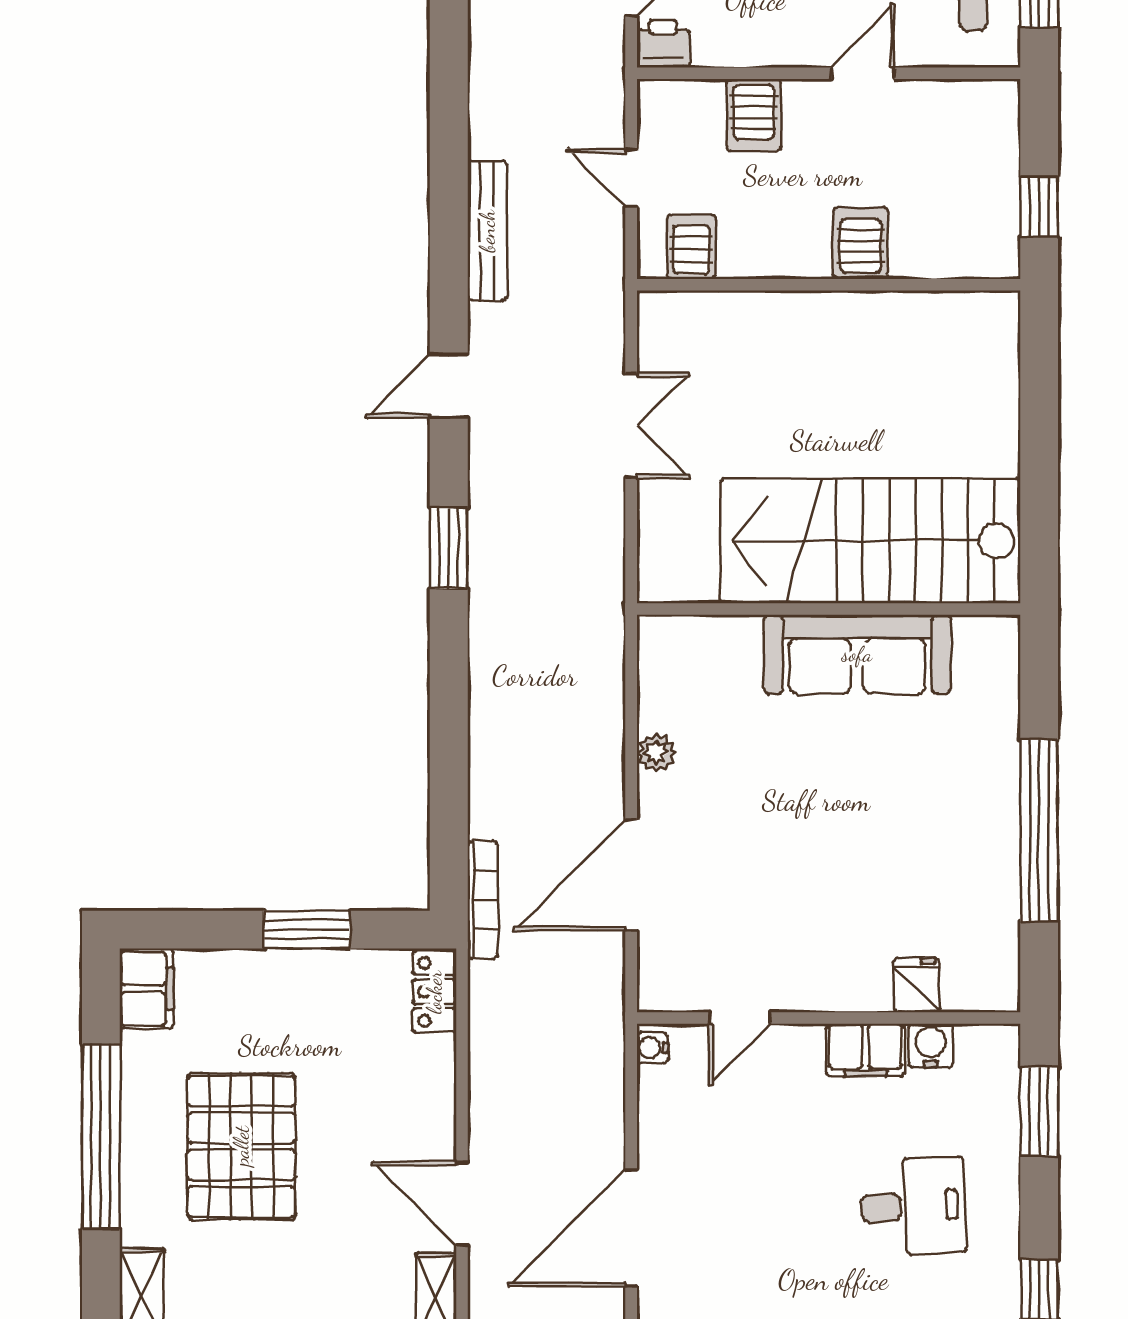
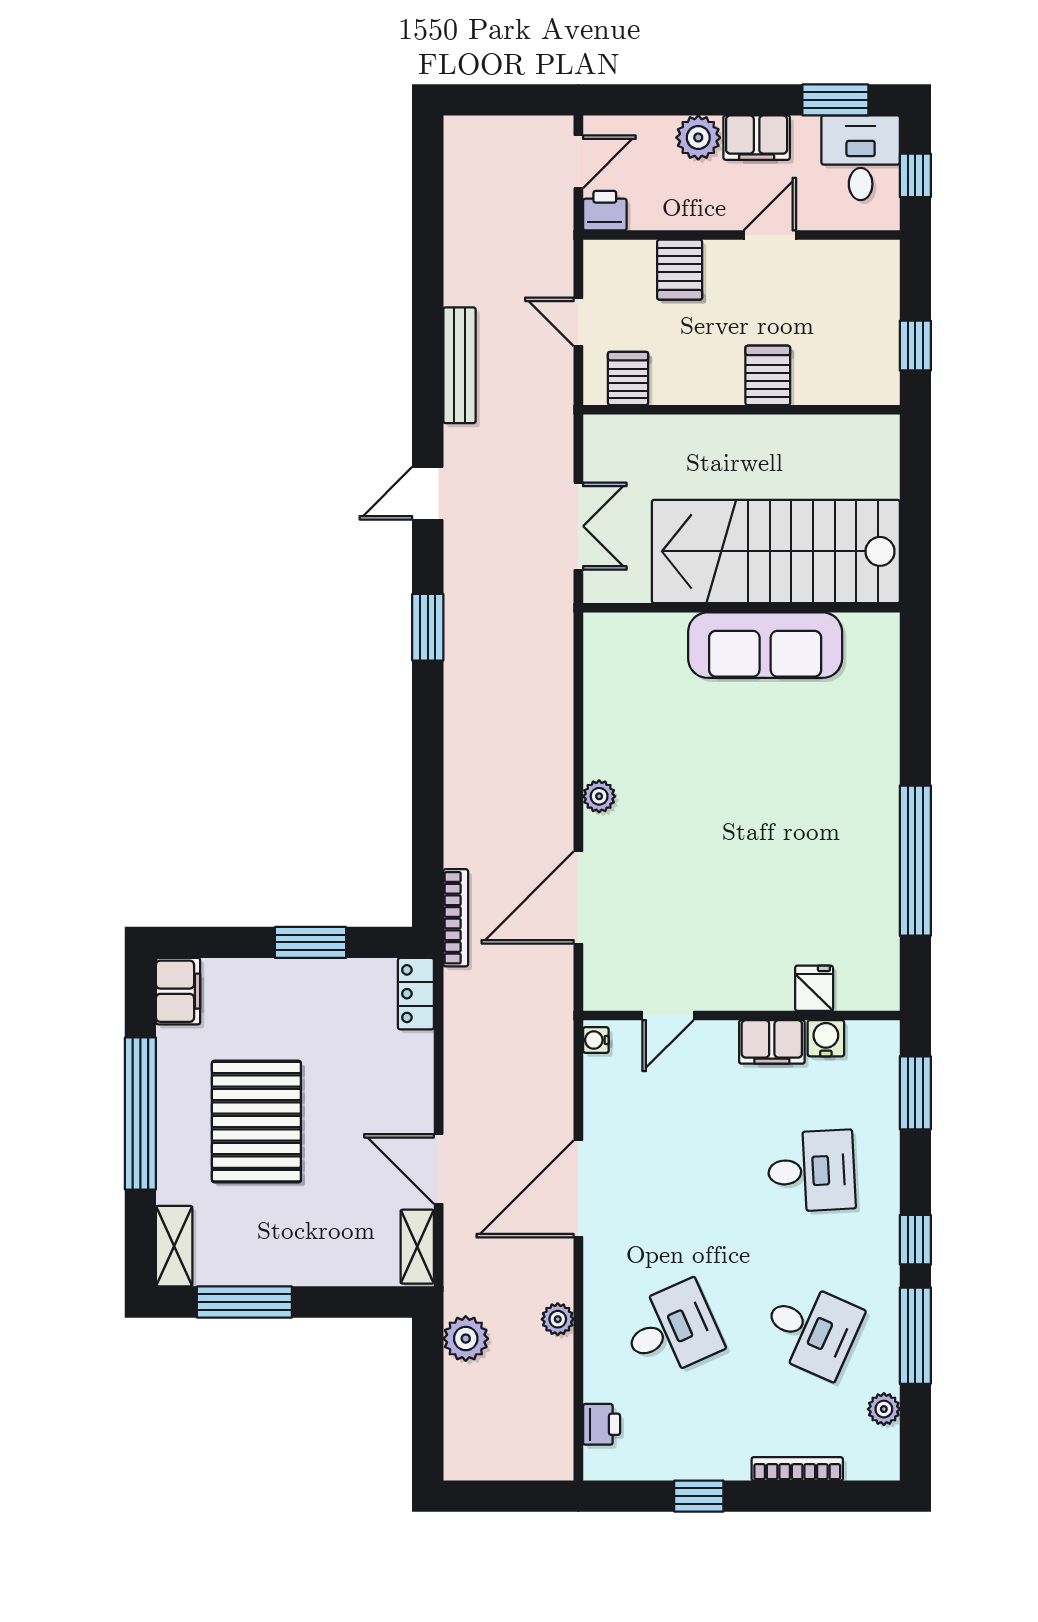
stairs: (870, 541) -> (776, 551), moved
wall: (829, 609) -> (741, 608), moved
sofa: (857, 654) -> (765, 645), moved

